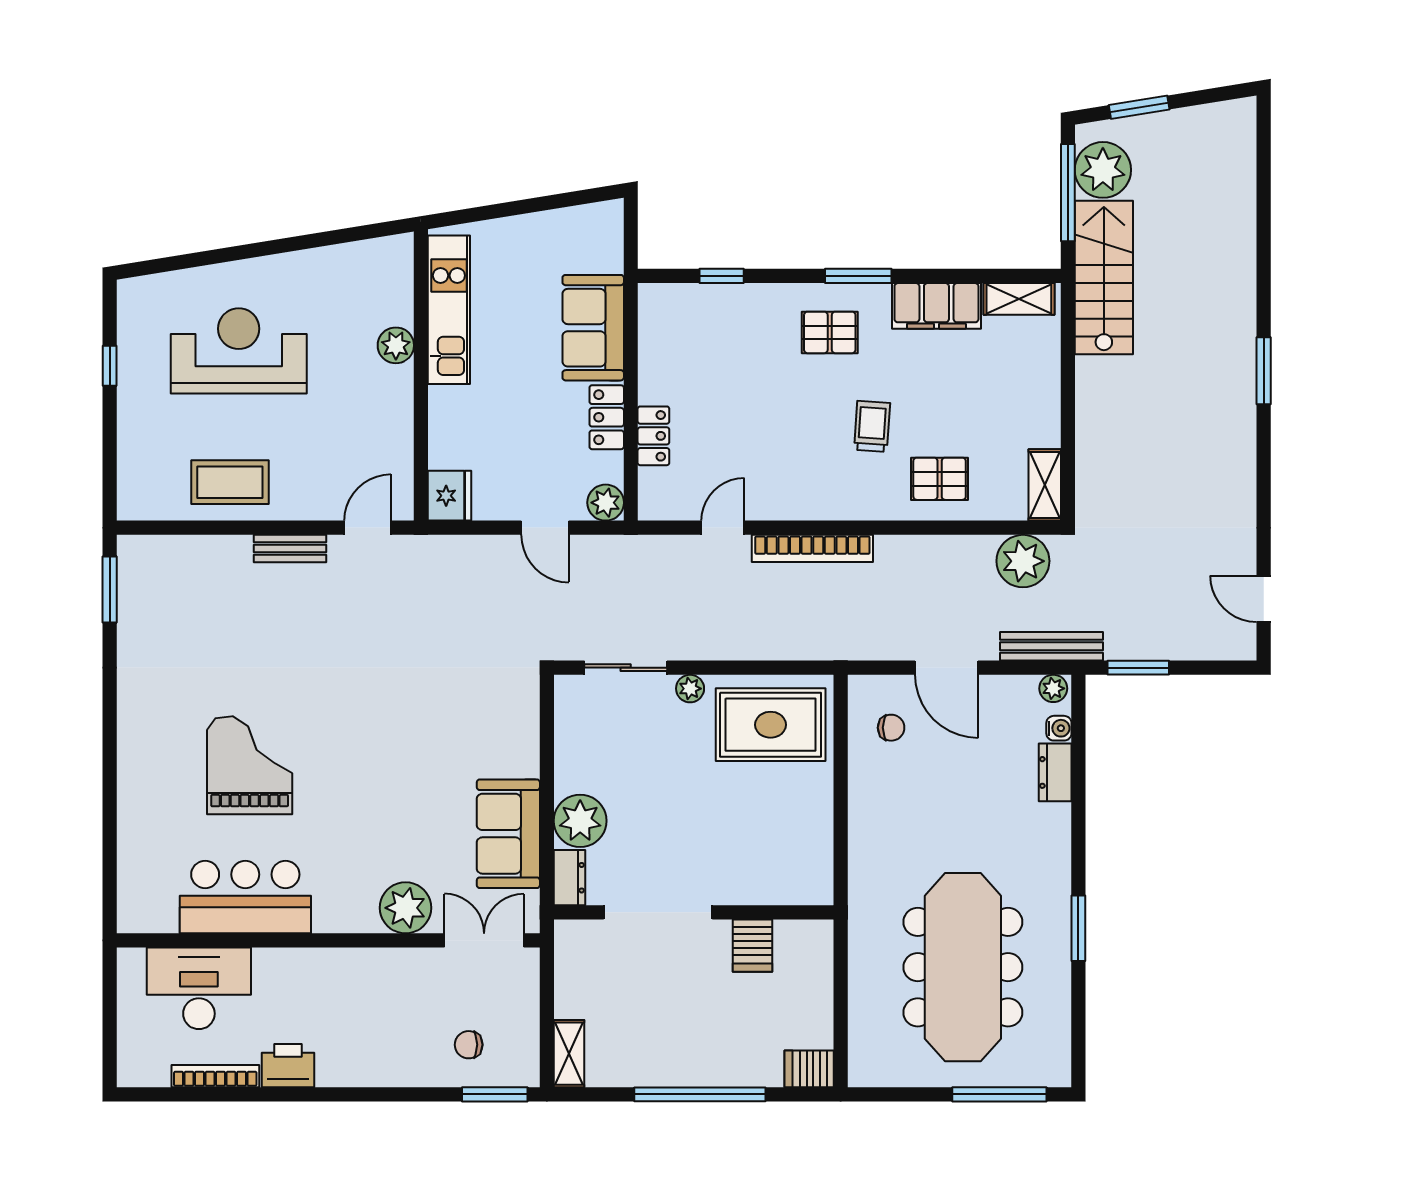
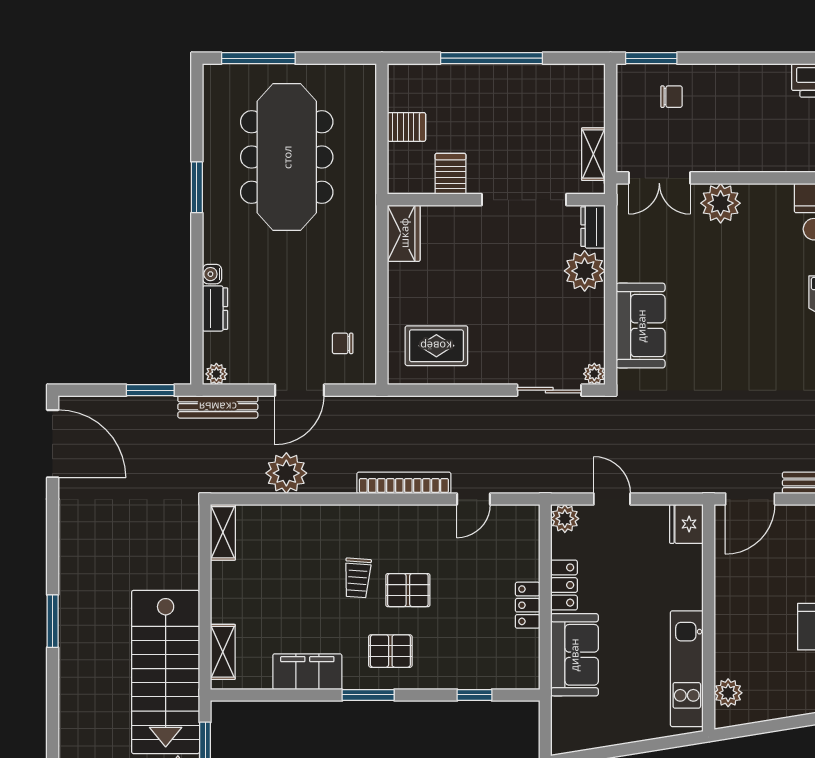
stairs: (1104, 278) -> (166, 672), width x1.36, depth x1.51
shelving: (1019, 299) -> (223, 652), moved, turned 90
plant: (396, 345) -> (728, 693), moved
locker: (653, 436) -> (528, 605), moved
pallet: (940, 479) -> (408, 590), moved
door: (368, 528) -> (750, 499), width x1.38
plant: (1023, 561) -> (286, 473), moved
door: (1264, 599) -> (53, 444), width x1.87
door: (947, 668) -> (299, 390), swing flipped
plant: (690, 689) -> (594, 374), moved
rug: (771, 725) -> (436, 346), width x0.73, depth x0.70
water cooler: (1059, 728) -> (212, 274), moved
sofa: (508, 834) -> (641, 326), moved
wardrobe: (813, 869) -> (404, 233), added
shelving: (569, 1054) -> (593, 154), moved
server rack: (809, 1069) -> (406, 127), moved

